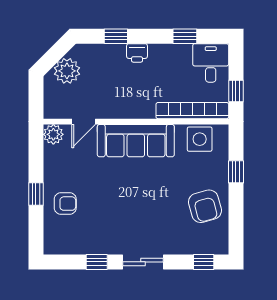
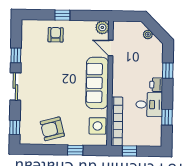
desk: (211, 63) -> (149, 105), moved
plant: (67, 71) -> (148, 34), width x0.53, depth x0.53
armchair: (65, 204) -> (56, 35), turned 180

